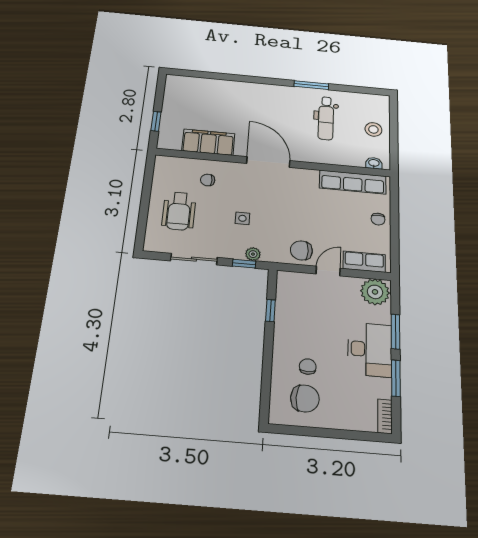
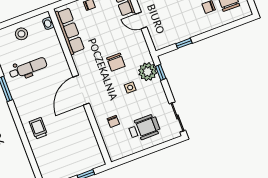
trolley: (244, 97) -> (38, 128), added
filing cabinet: (208, 142) -> (85, 134), removed
chair: (301, 250) -> (116, 62), moved
plant: (253, 254) -> (148, 72), width x1.88, depth x1.88
sliding door: (194, 259) -> (177, 117), moved

